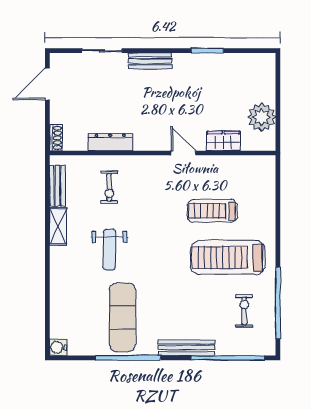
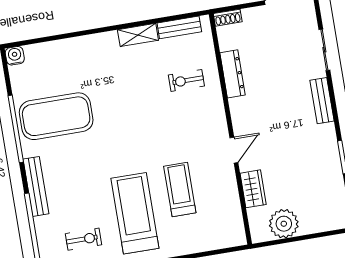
weight bench: (109, 249) -> (123, 91), removed
exercise mat: (123, 317) -> (56, 116), width x1.47

